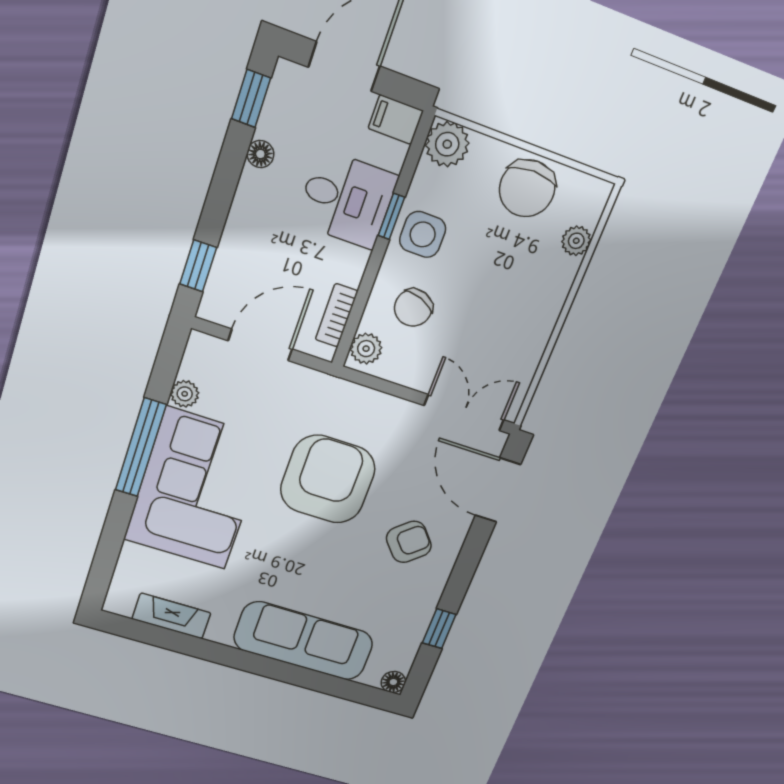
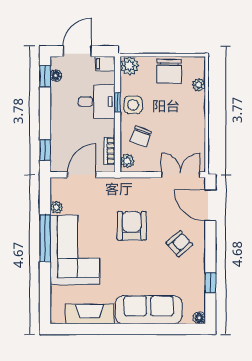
floor lamp: (260, 154) -> (56, 76), moved
armchair: (328, 479) -> (132, 226), width x0.73, depth x0.73
fireplace: (171, 616) -> (90, 314), width x1.37, depth x1.32

